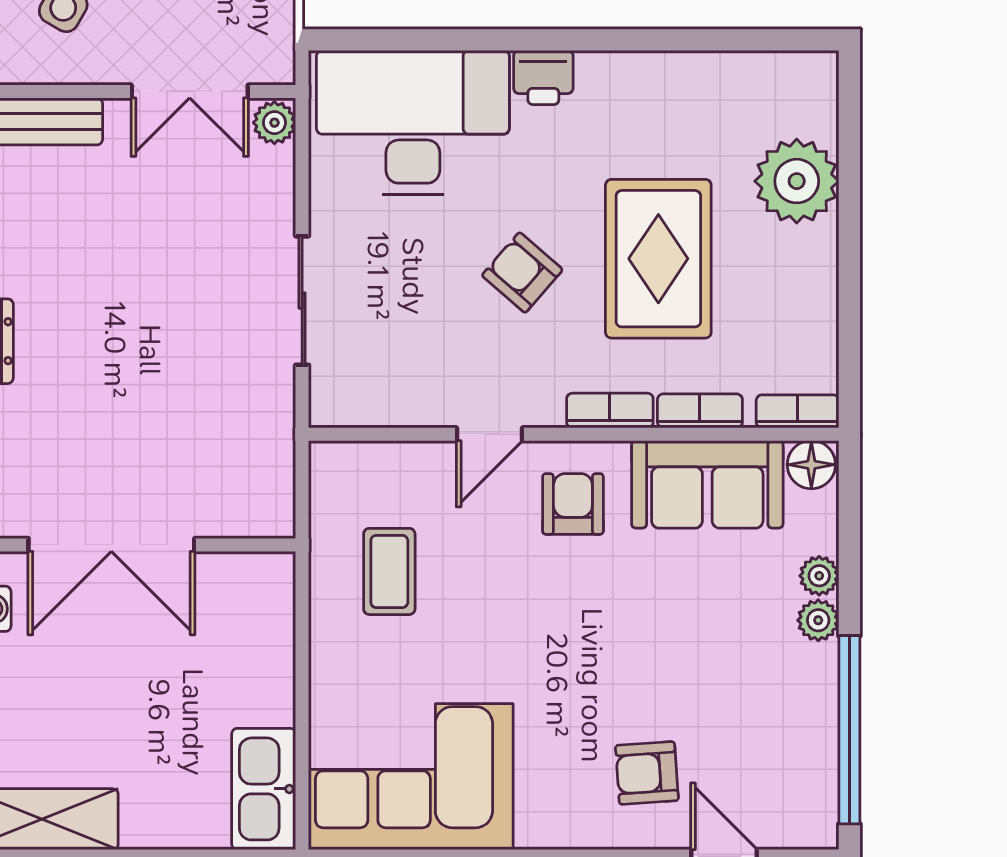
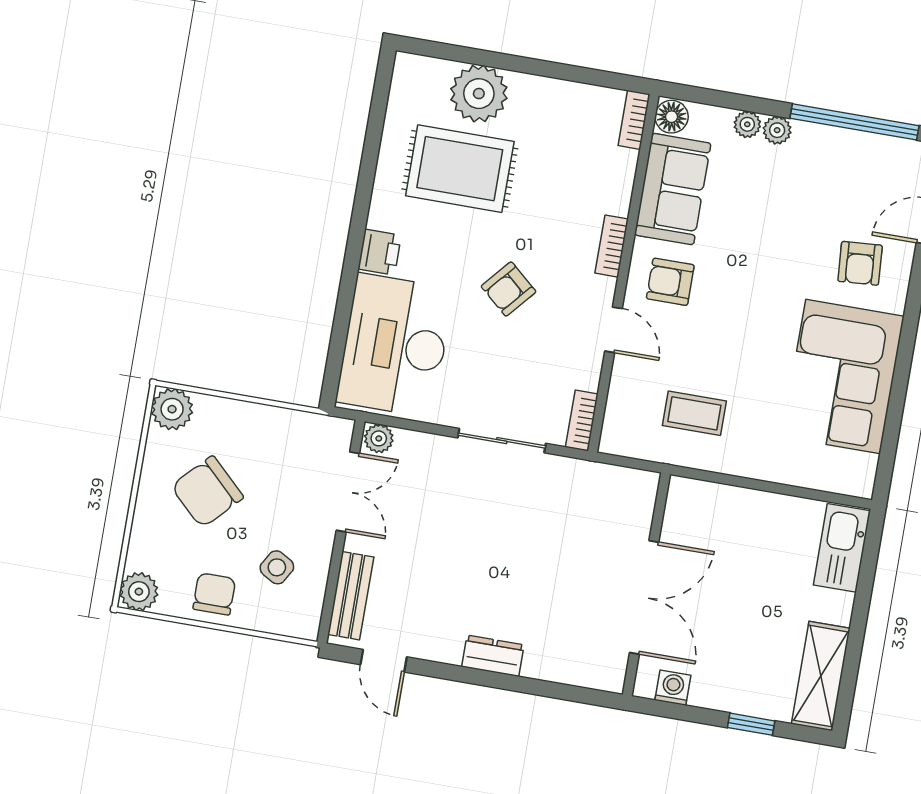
rug: (658, 259) -> (460, 169), moved
bookcase: (700, 411) -> (582, 421), moved
corner sofa: (411, 777) -> (843, 377), moved
kitchen sink: (264, 789) -> (842, 548), moved, turned 90

